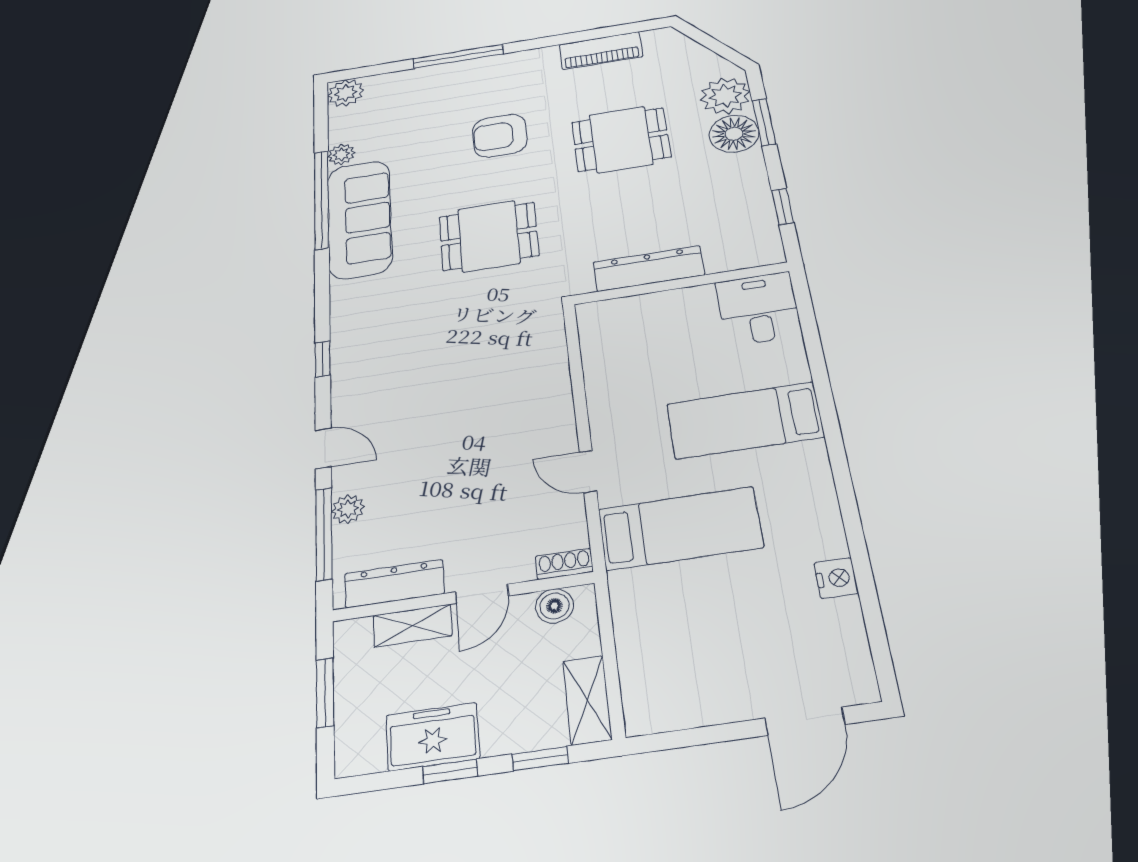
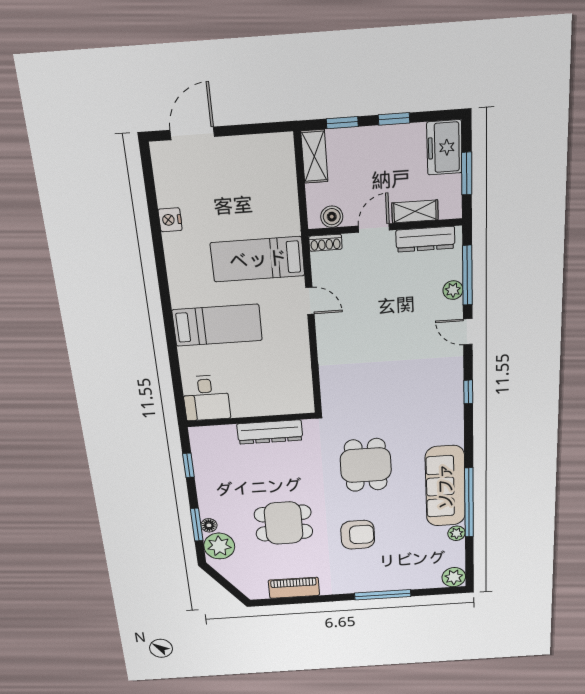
floor lamp: (734, 134) -> (209, 525), width x0.53, depth x0.53
dining table: (489, 236) -> (366, 465), turned 90
freezer: (433, 737) -> (444, 147), moved, turned 90

